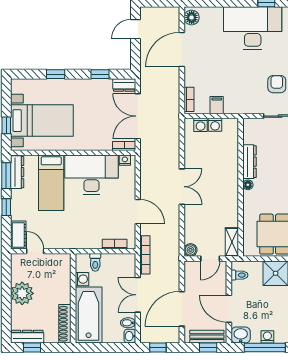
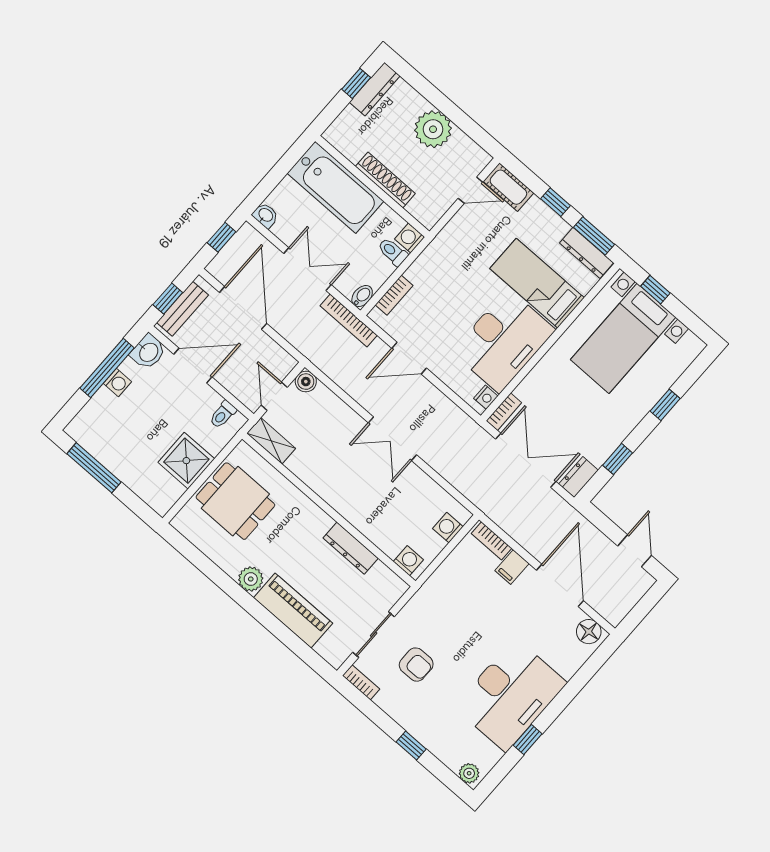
filing cabinet: (217, 105) -> (512, 567), moved, turned 90
washing machine: (215, 125) -> (408, 561), moved, turned 90
floor lamp: (248, 185) -> (324, 521), removed
washing machine: (82, 279) -> (410, 238), moved, turned 90
bidet: (128, 323) -> (362, 296), moved
shoe rack: (65, 324) -> (385, 180), moved

